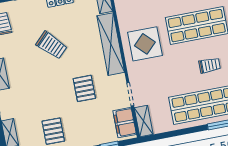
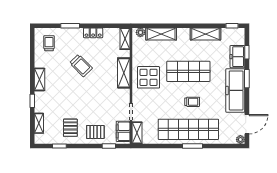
shelving: (111, 44) -> (124, 73), width x0.68
pallet: (84, 88) -> (95, 132), moved, turned 90

